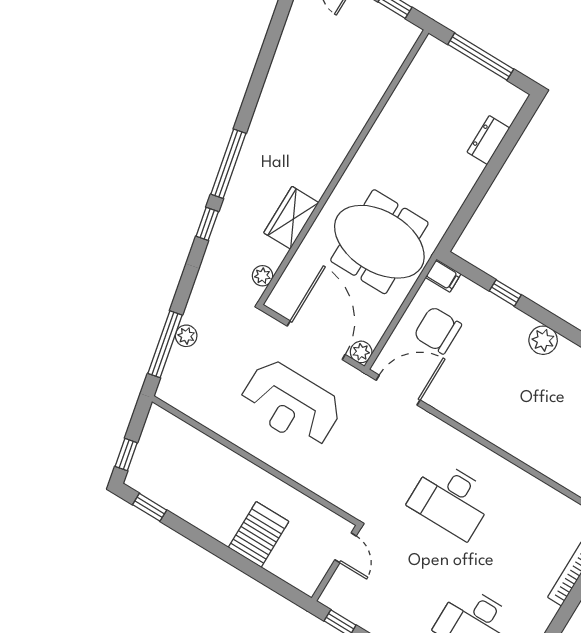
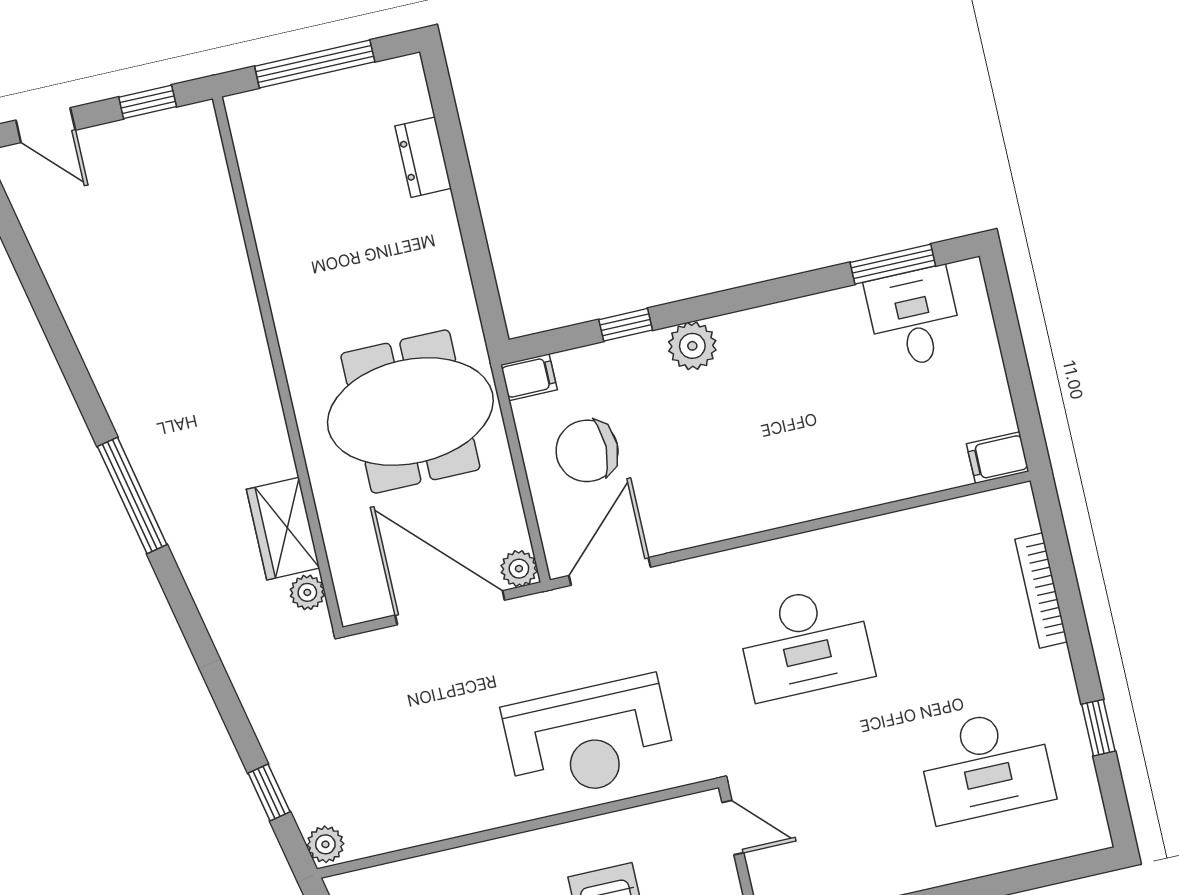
wardrobe: (291, 218) -> (283, 529), moved
window: (207, 224) -> (178, 594), removed
plant: (186, 336) -> (325, 844), moved
plant: (543, 340) -> (692, 346), moved
window: (165, 344) -> (269, 793), width x0.46
reception desk: (291, 404) -> (589, 739), moved

